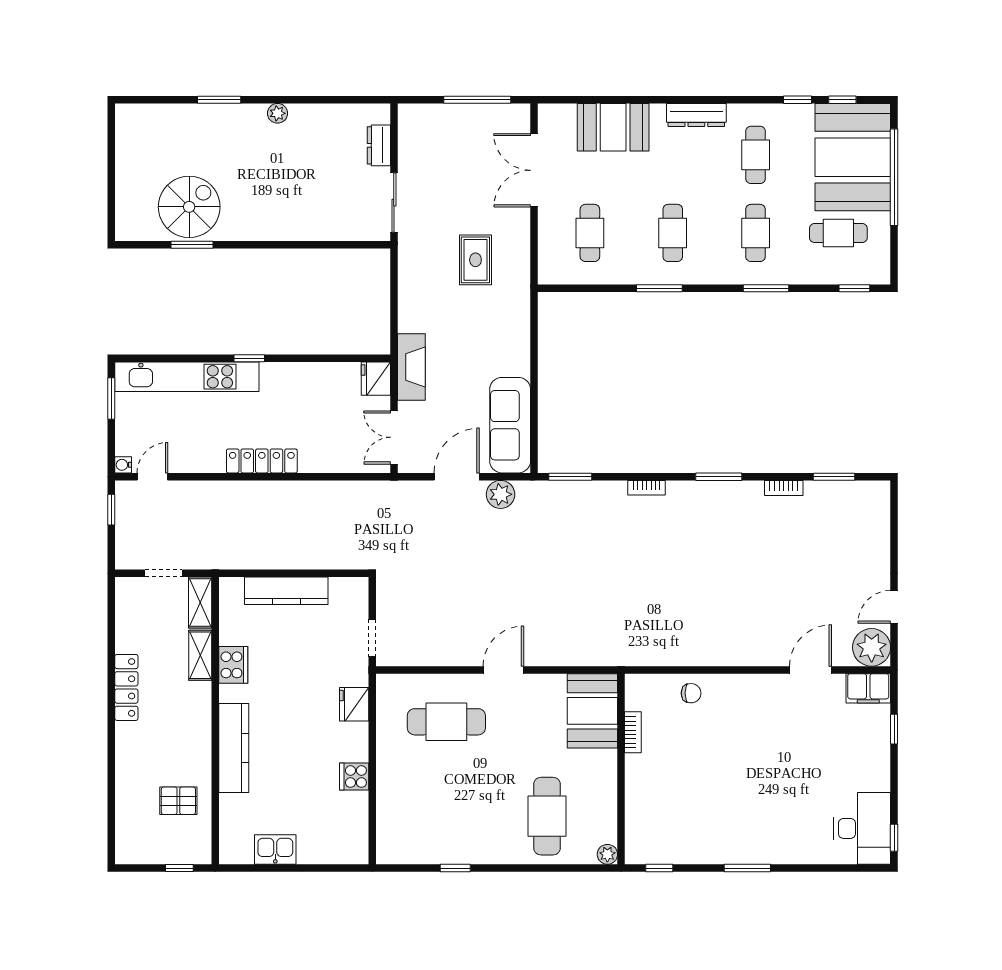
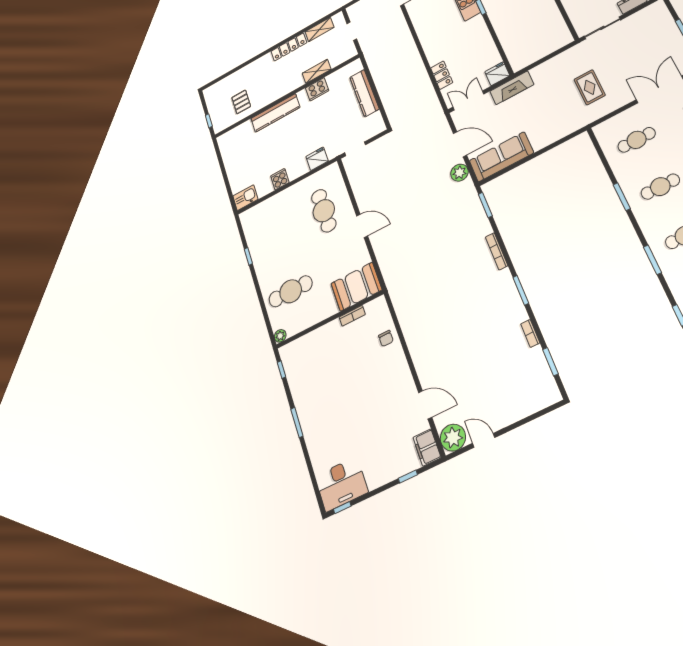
rug: (475, 260) -> (590, 87), turned 90
locker: (262, 461) -> (442, 75), moved, width x0.66
bookcase: (647, 488) -> (497, 251), width x1.56
shelving: (200, 603) -> (319, 30), moved
kitchen sink: (275, 850) -> (245, 198), moved, turned -90

